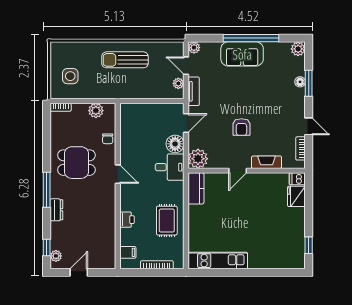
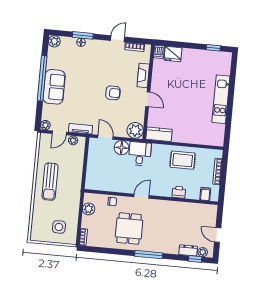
dresser: (56, 210) -> (188, 250), moved
kitchen unit: (218, 261) -> (221, 99), moved

